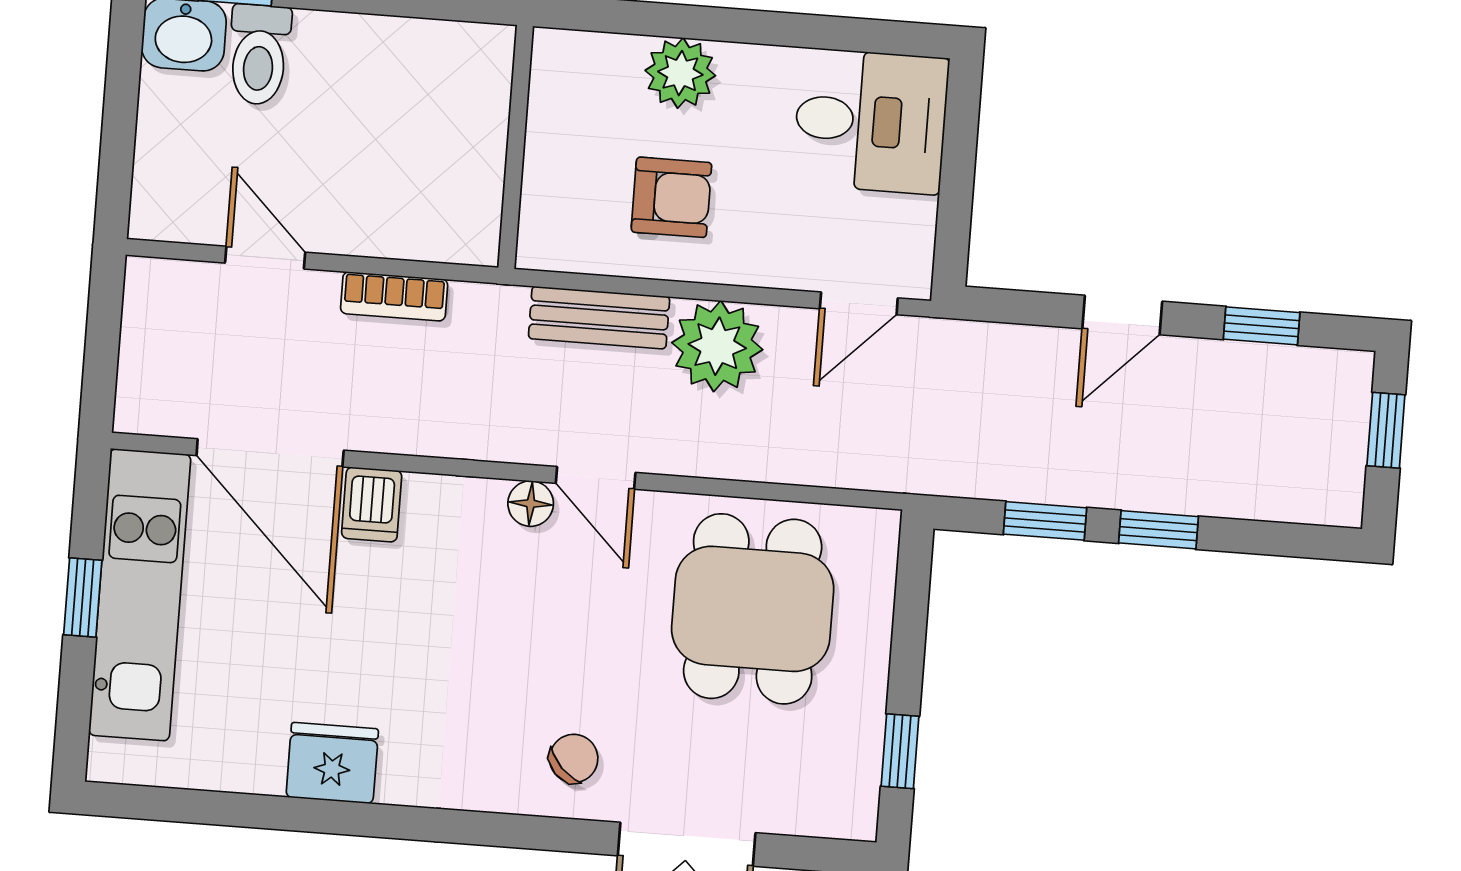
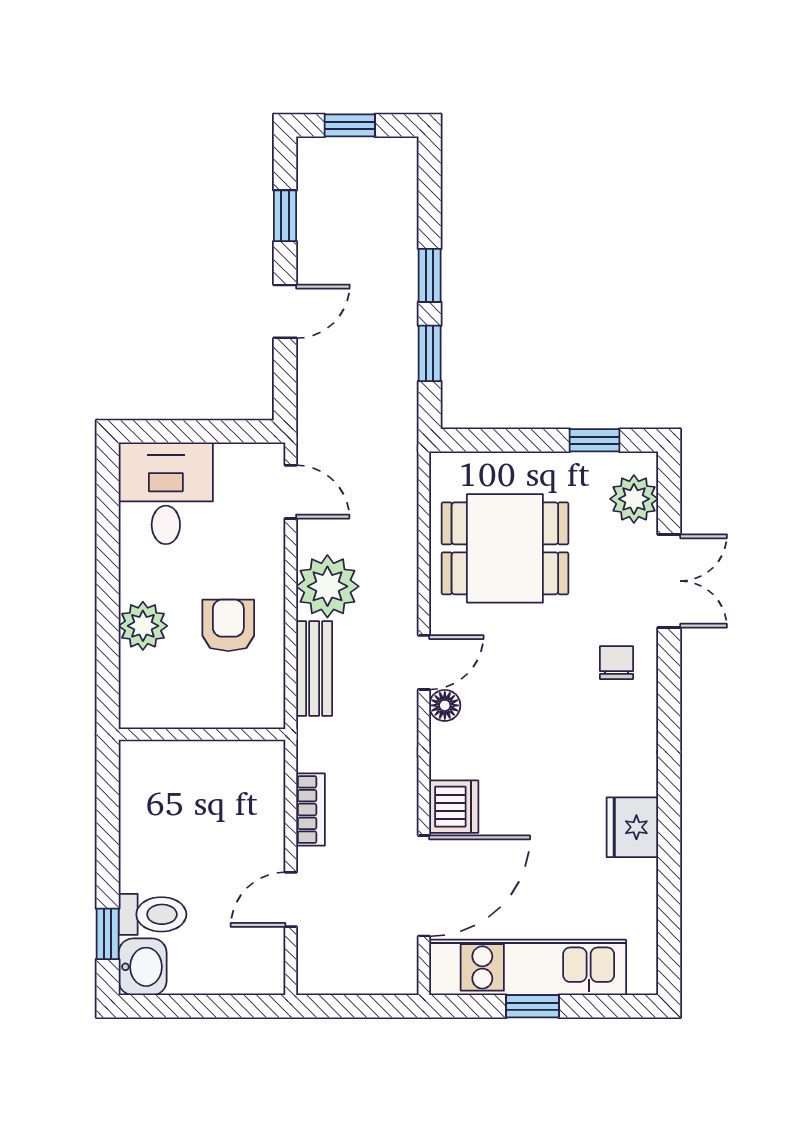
door: (1122, 315) -> (285, 311), hinge flipped
dishwasher: (372, 504) -> (454, 807), width x1.38
chair: (574, 758) -> (617, 663), turned 44
plant: (810, 802) -> (634, 499), added

